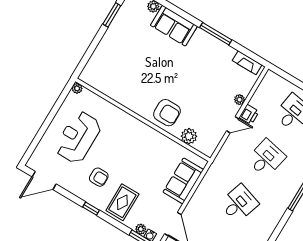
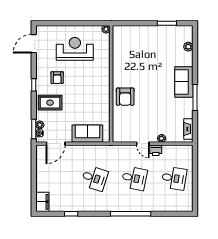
sofa: (174, 26) -> (184, 82), moved
plant: (189, 136) -> (118, 120), removed
door: (44, 180) -> (34, 44), hinge flipped

